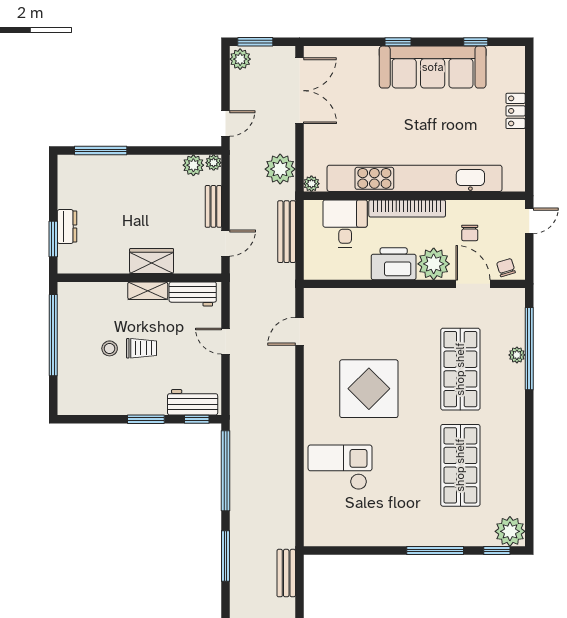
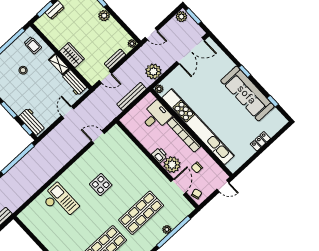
plant: (193, 165) -> (104, 16), moved
printer: (394, 264) -> (159, 155), width x0.53, depth x0.68
trolley: (141, 348) -> (33, 45), moved
display table: (369, 389) -> (101, 185), width x0.54, depth x0.54

